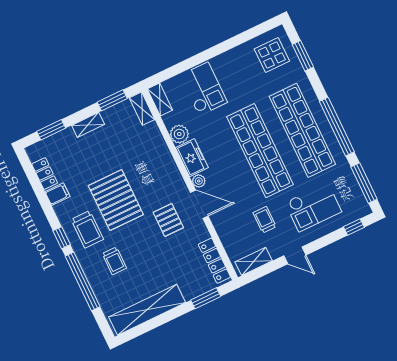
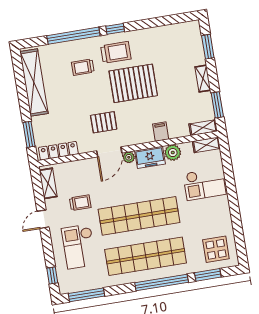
window: (337, 127) -> (162, 282), moved
locker: (45, 174) -> (173, 30), removed
filing cabinet: (57, 194) -> (161, 132), moved, turned 180
trolley: (87, 229) -> (116, 52), turned 180

